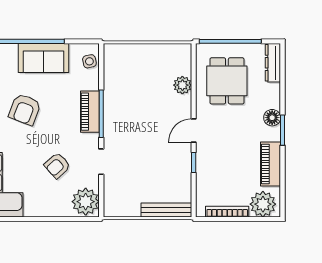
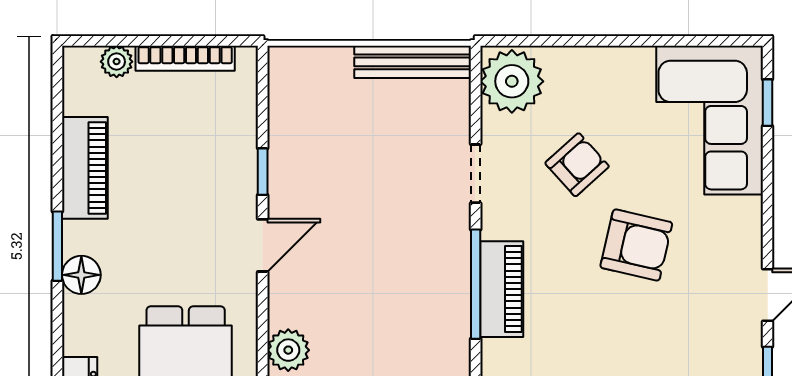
armchair: (25, 109) -> (636, 245), moved, turned 82
plant: (263, 204) -> (117, 62), width x0.53, depth x0.53
bench: (166, 210) -> (413, 62), moved

